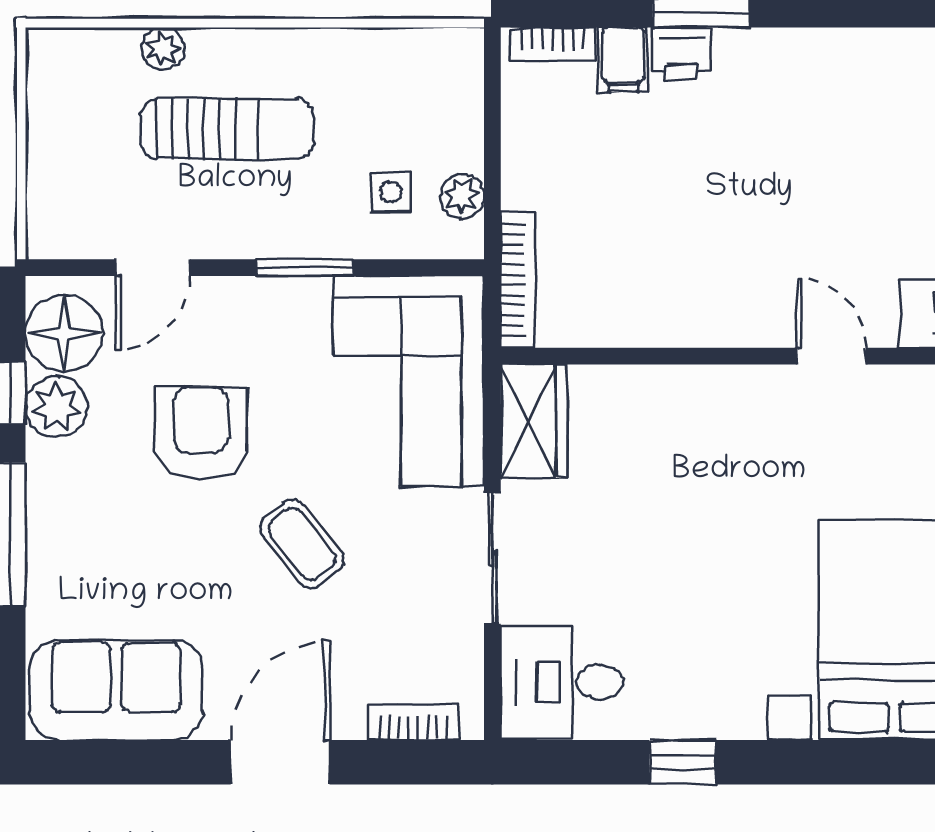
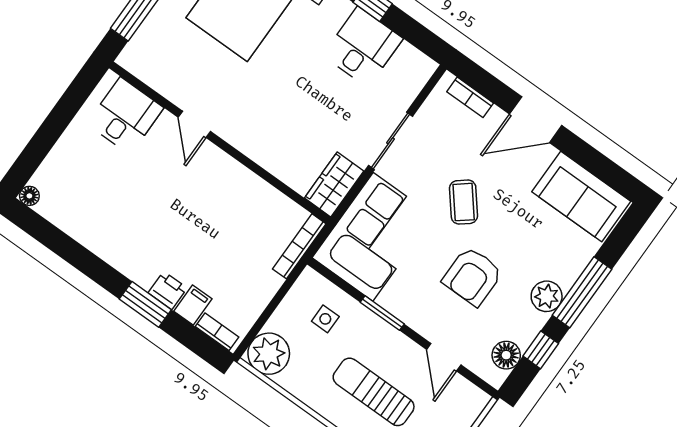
plant: (462, 196) -> (269, 354), moved, width x1.87, depth x1.87
door: (153, 268) -> (444, 357), swing flipped
floor lamp: (64, 333) -> (506, 355), width x0.73, depth x0.73
plant: (56, 407) -> (547, 296), moved
desk: (562, 682) -> (363, 47), moved, turned -90

